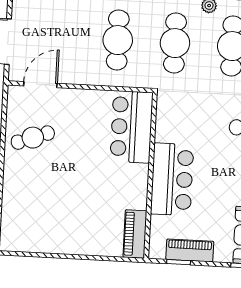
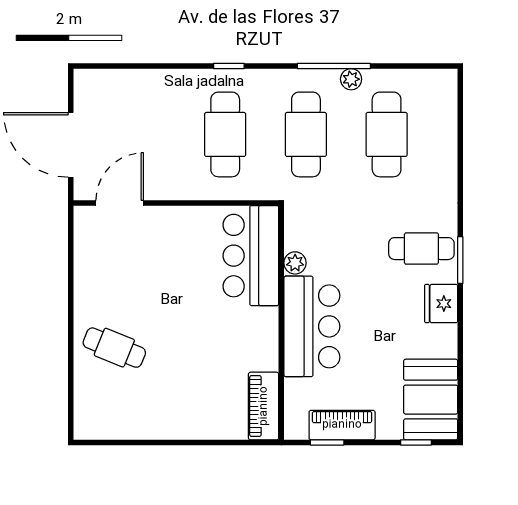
plant: (163, 134) -> (295, 263), added
cafe table: (33, 138) -> (114, 348), moved, turned 42

